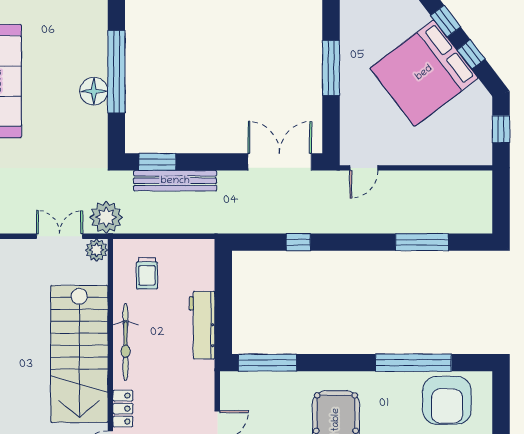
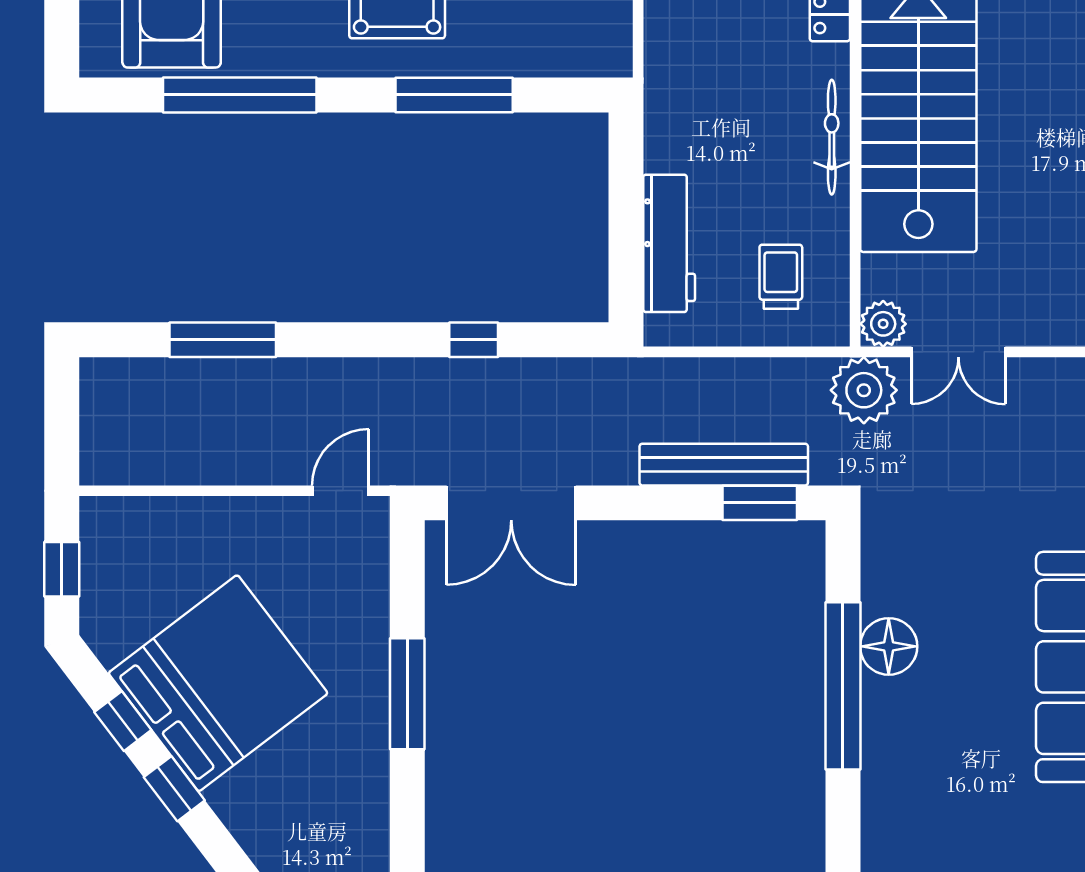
workbench: (202, 325) -> (669, 243), moved
bicycle: (126, 342) -> (832, 137), width x0.73, depth x0.71
window: (267, 363) -> (454, 95), moved

